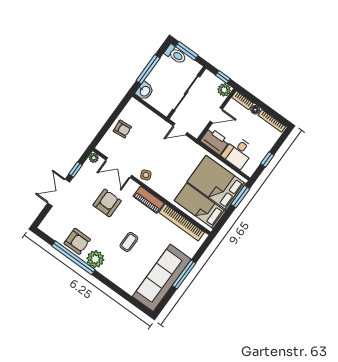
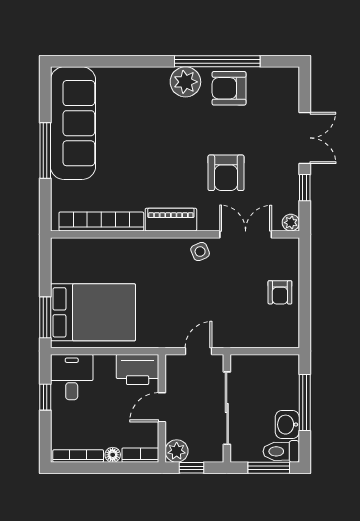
washbasin: (145, 91) -> (287, 425), moved
armchair: (122, 129) -> (280, 292), turned -85
desk: (238, 152) -> (72, 377), moved
bed: (200, 206) -> (92, 263), removed
coffee table: (129, 242) -> (156, 140), removed

